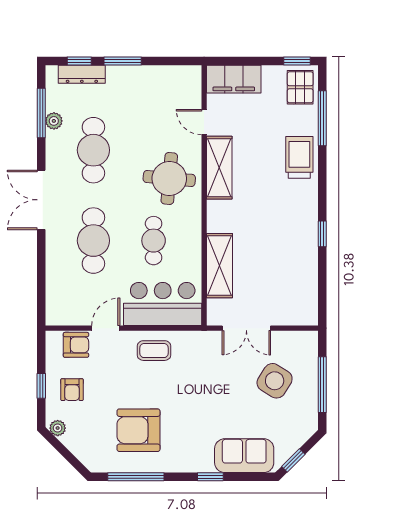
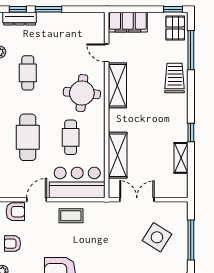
cafe table: (93, 150) -> (28, 73), width x0.73, depth x0.74
shelving: (308, 270) -> (181, 158), added
double door: (246, 328) -> (137, 200), swing flipped
armchair: (72, 390) -> (13, 244), turned 90

